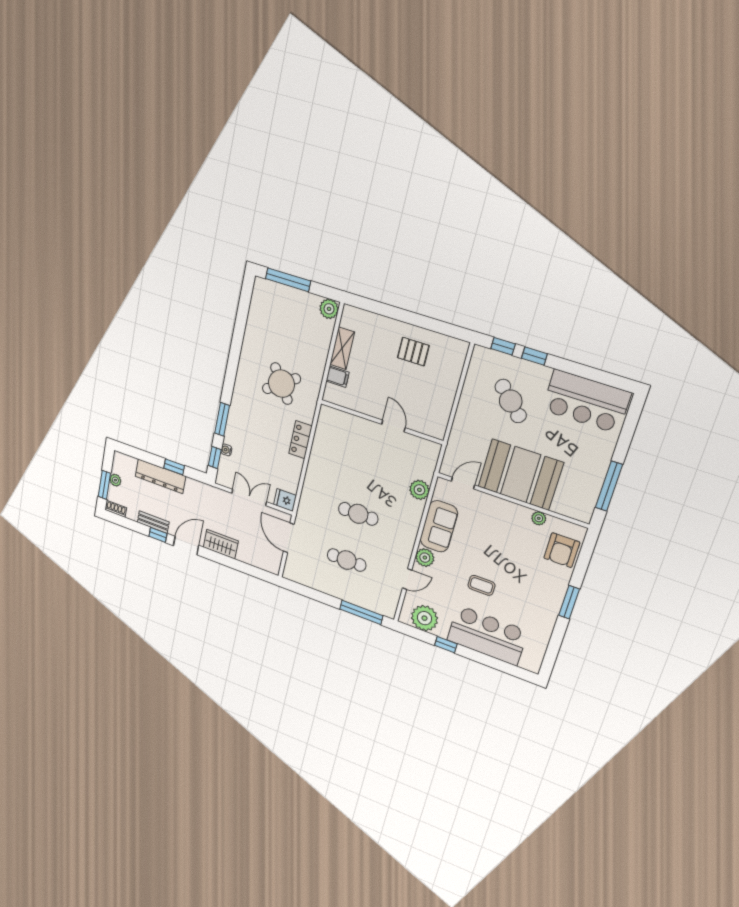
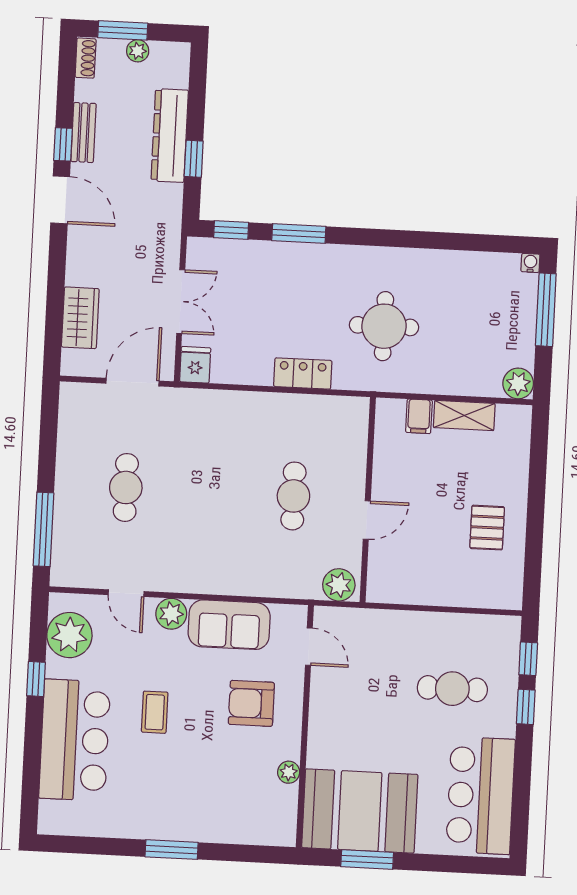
round table: (281, 384) -> (384, 326), turned 35
cafe table: (511, 401) -> (452, 689), turned 45
water cooler: (226, 450) -> (530, 263), moved
booth: (520, 475) -> (360, 811), moved, turned 90
window: (609, 486) -> (367, 859), width x0.69
plant: (419, 490) -> (339, 585), moved
cafe table: (358, 514) -> (293, 496), moved
wardrobe: (221, 544) -> (80, 318), moved
armchair: (562, 550) -> (251, 703), moved

